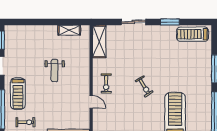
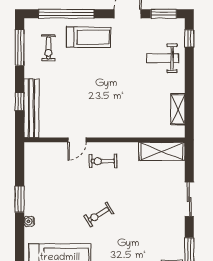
window: (19, 22) -> (189, 38), added
weight bench: (55, 70) -> (163, 58), moved
treadmill: (18, 94) -> (89, 37), turned 180

